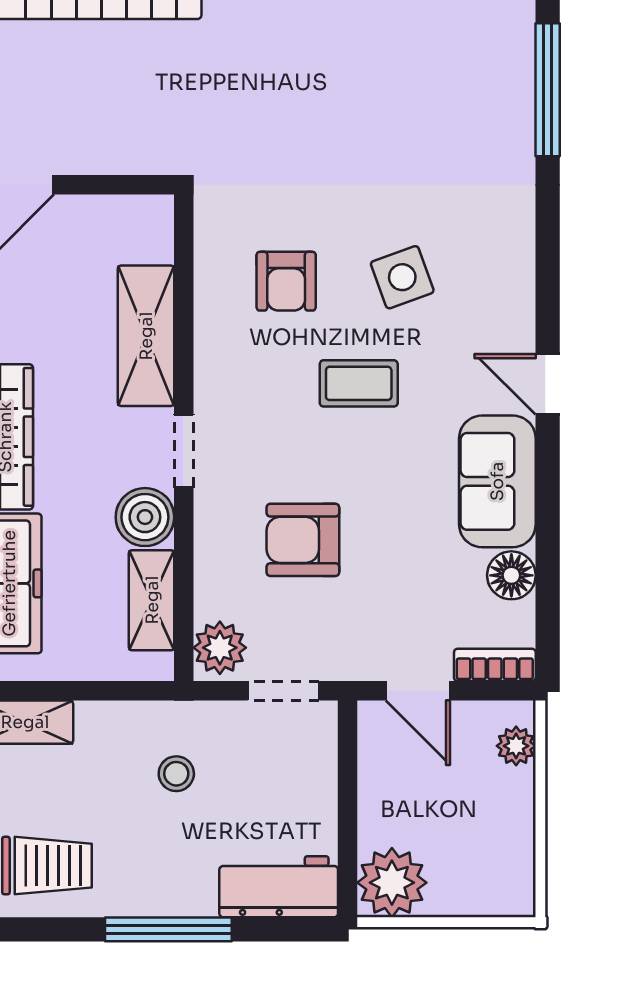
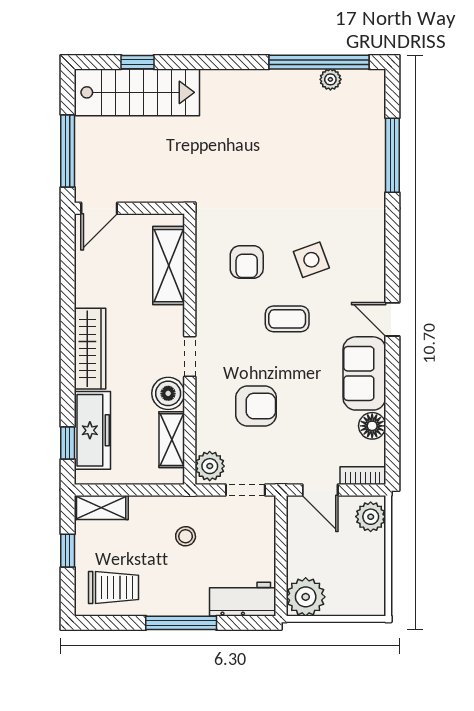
shelving: (146, 336) -> (169, 266), moved
armchair: (303, 540) -> (256, 406), turned 180
plant: (516, 746) -> (371, 517), width x1.38, depth x1.38

